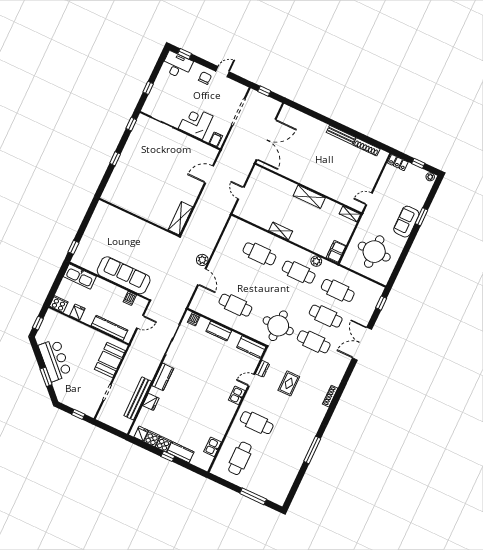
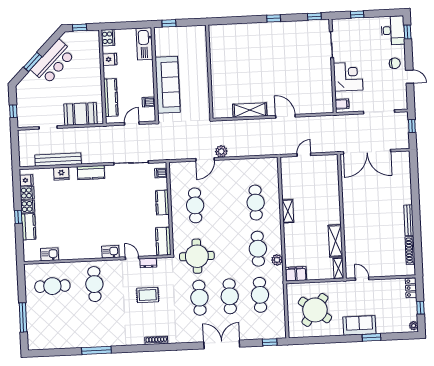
door: (209, 174) -> (285, 116), moved
shelving: (309, 197) -> (335, 241), moved
wall: (139, 218) -> (209, 72), moved
round table: (374, 252) -> (315, 310), turned 37
door: (140, 322) -> (132, 123), swing flipped

